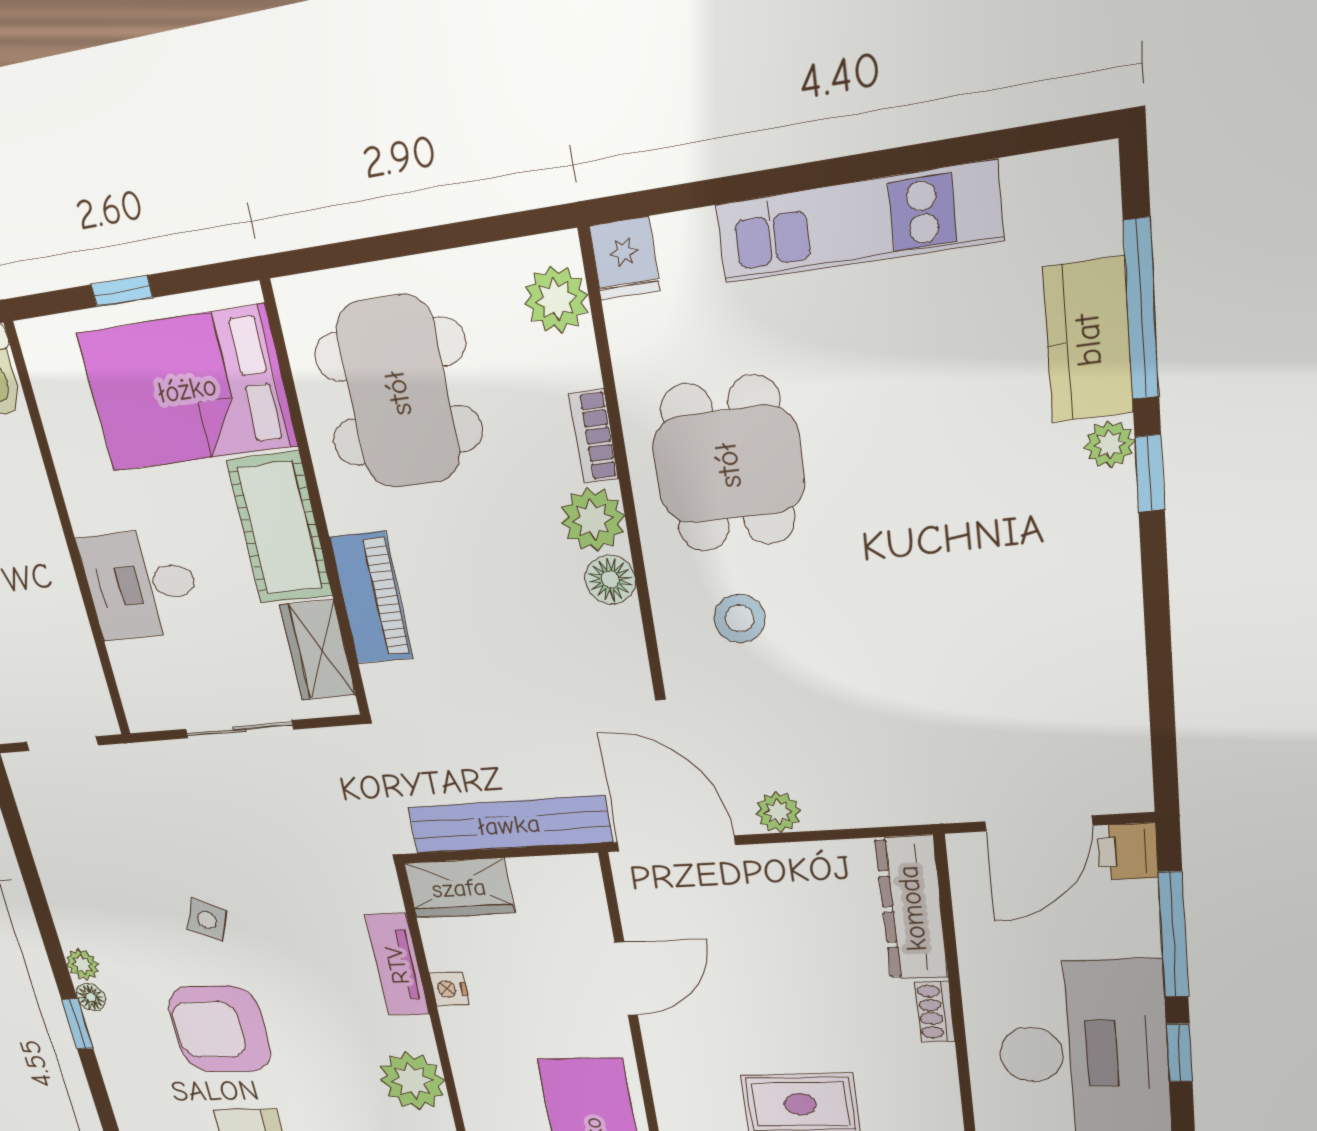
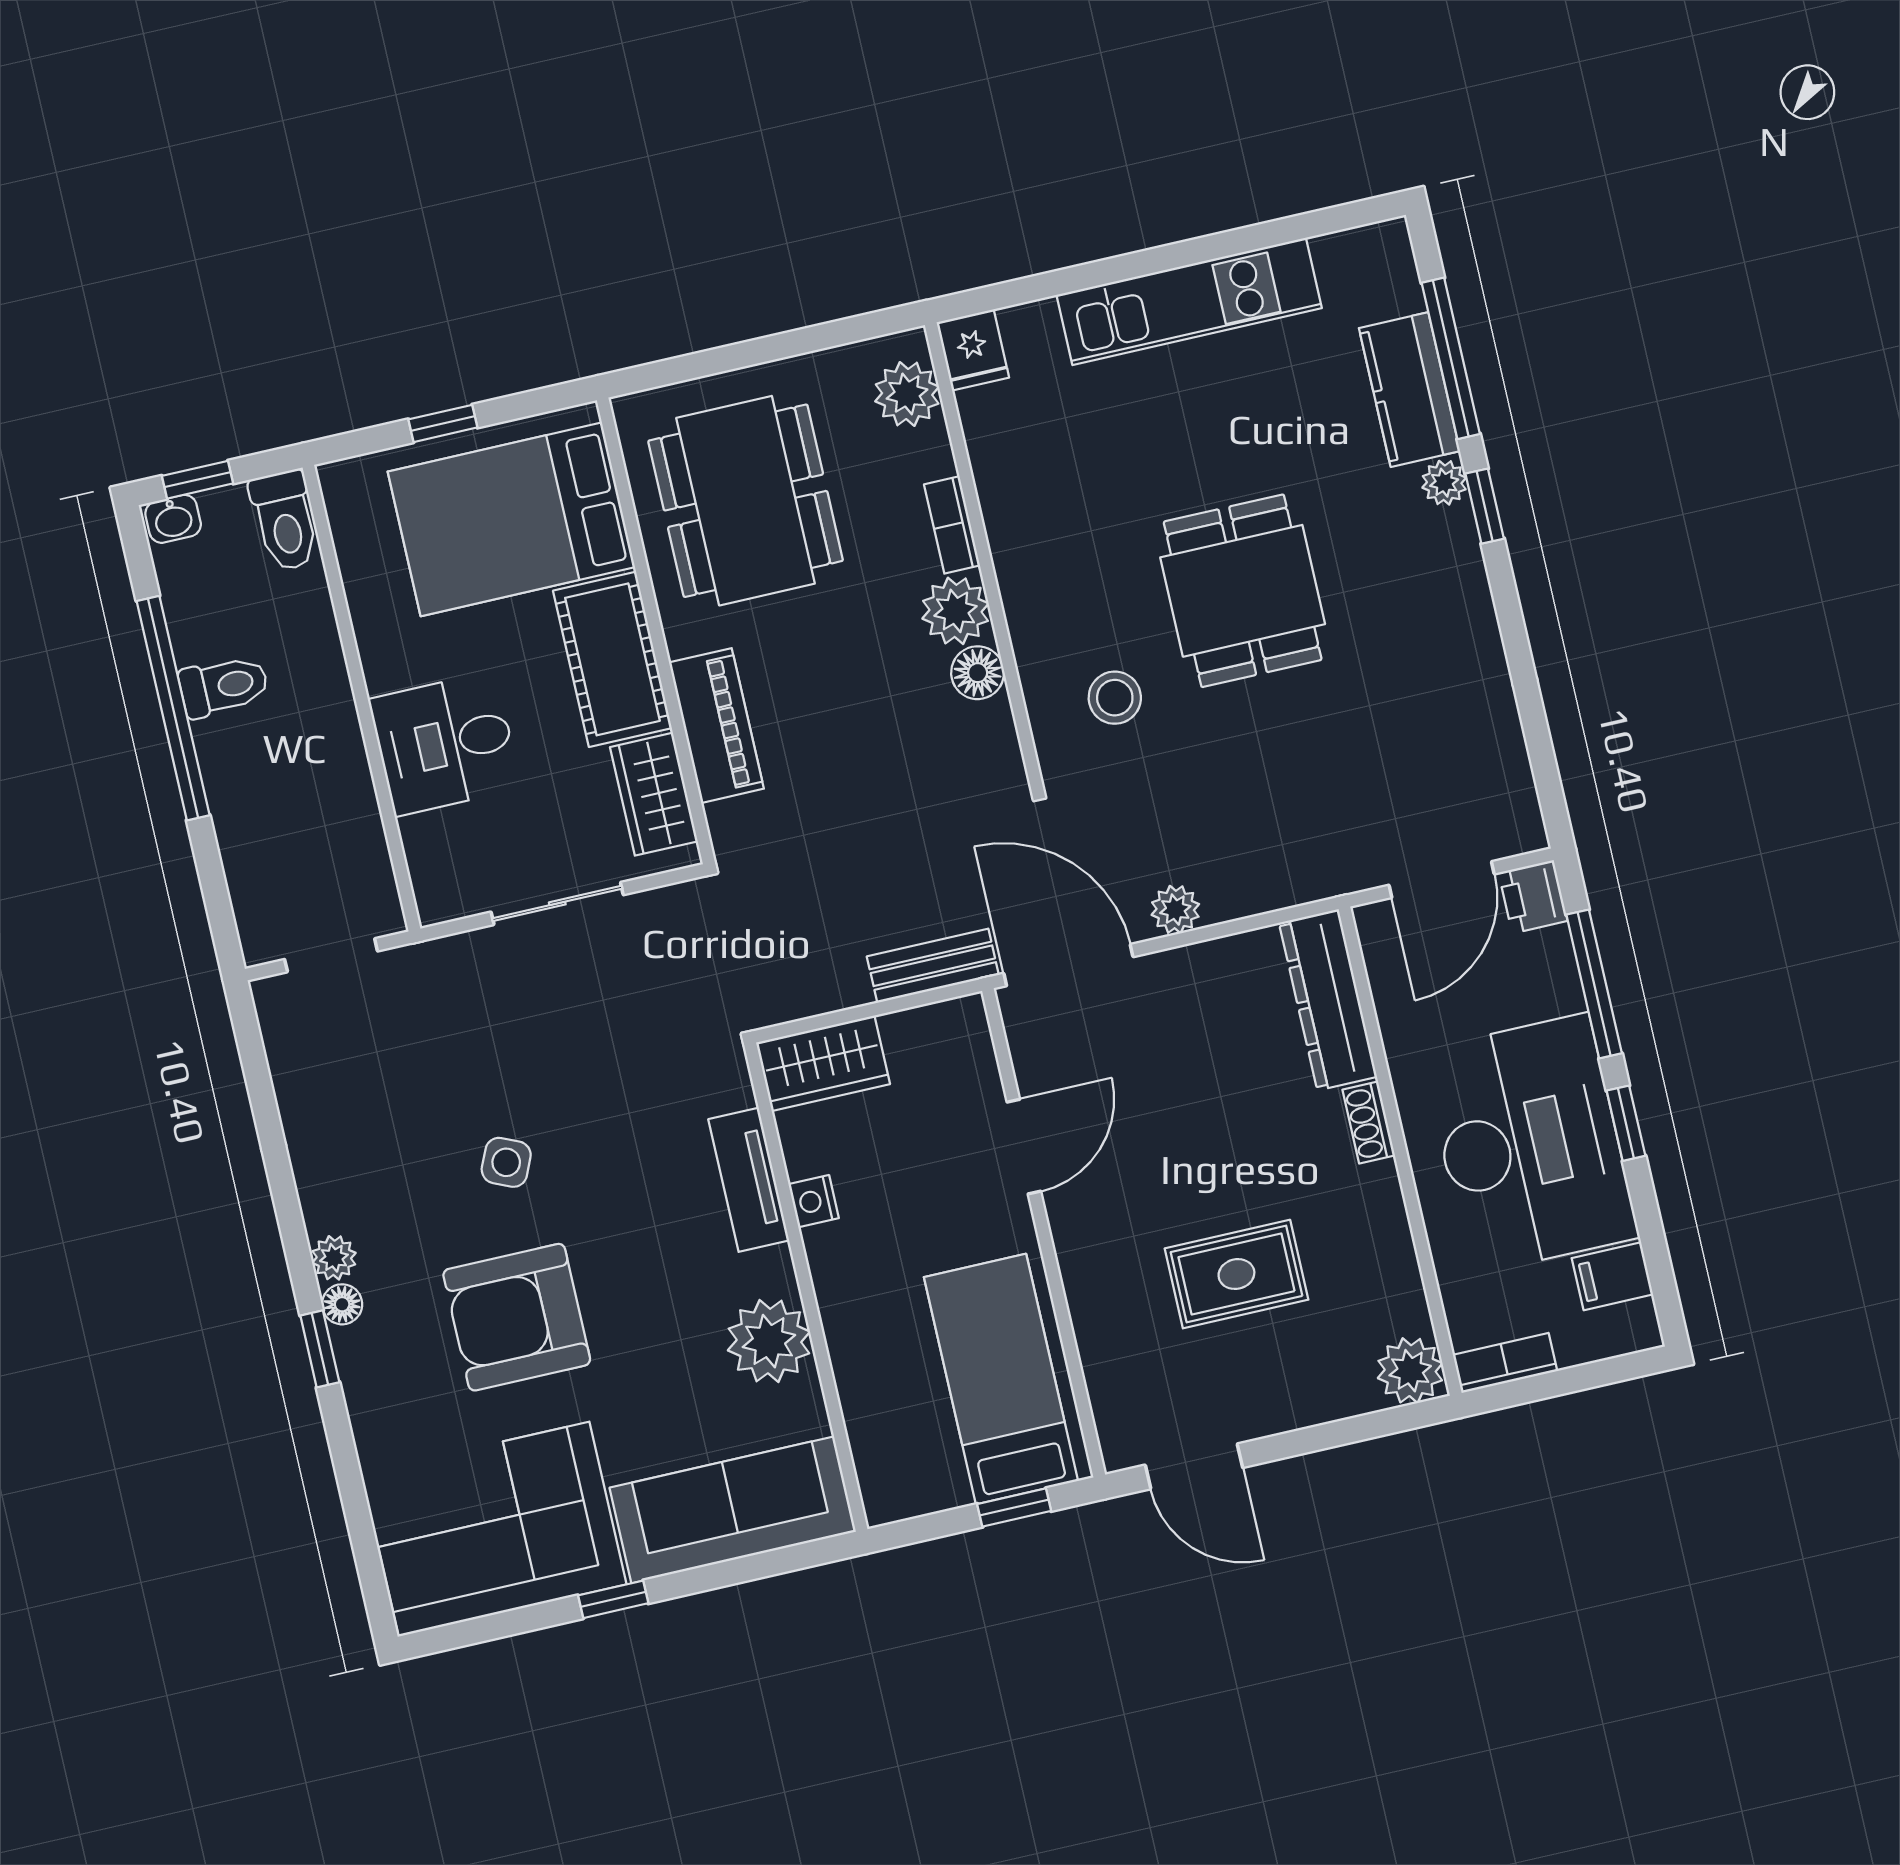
dining table: (728, 465) -> (1243, 591), moved
bench: (509, 825) -> (933, 966), width x0.54, depth x0.82

